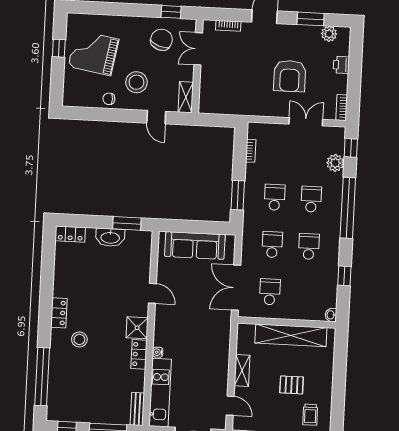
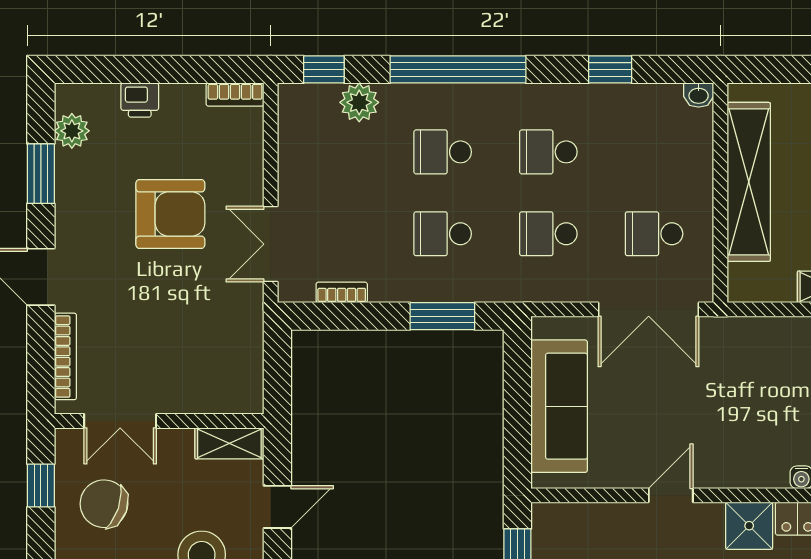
bookcase: (228, 26) -> (65, 356), width x1.56
double door: (306, 122) -> (271, 244), moved

